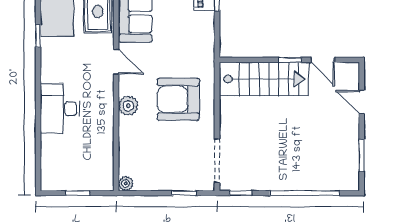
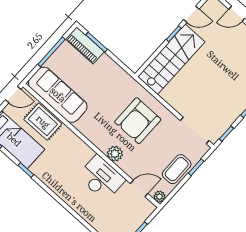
door: (116, 62) -> (139, 188), moved
desk: (60, 109) -> (101, 178), moved, turned 180
coffee table: (166, 176) -> (177, 169), added

